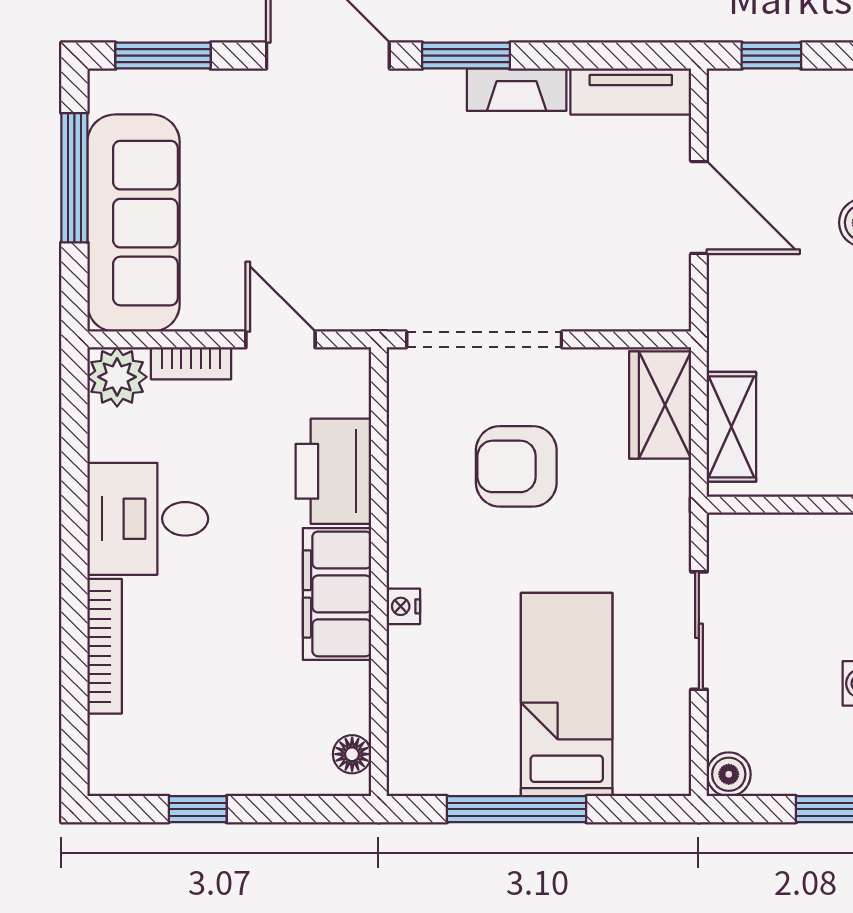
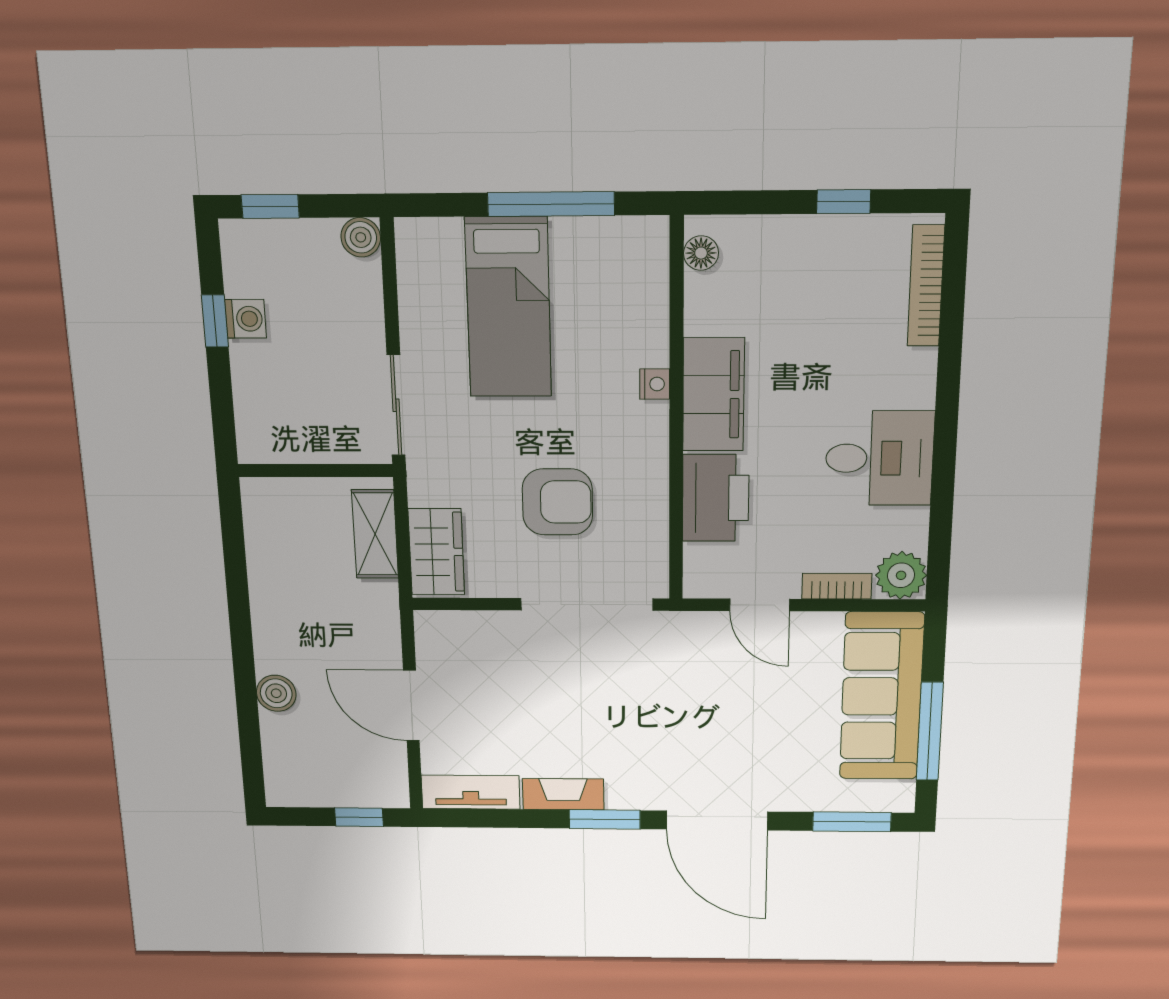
sliding door: (699, 631) -> (396, 405), moved
bookcase: (105, 646) -> (926, 286), moved

